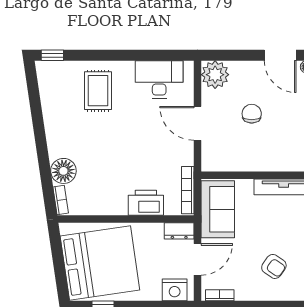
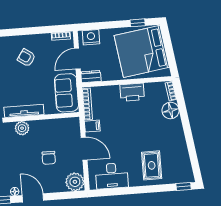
filing cabinet: (183, 156) -> (92, 126), added
plant: (288, 161) -> (22, 128), added
printer: (146, 203) -> (132, 92), moved

